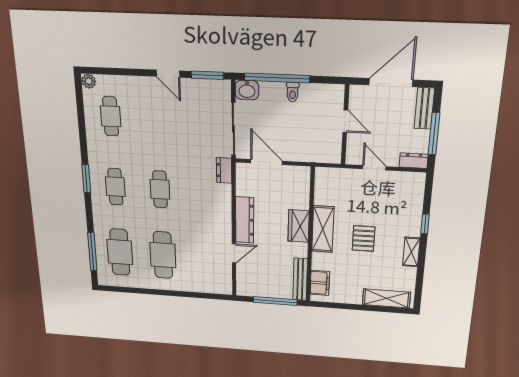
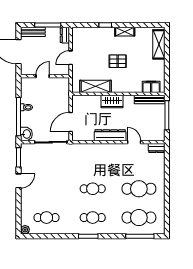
dresser: (224, 170) -> (157, 148), moved
shelving: (323, 229) -> (96, 86), moved

